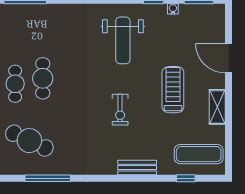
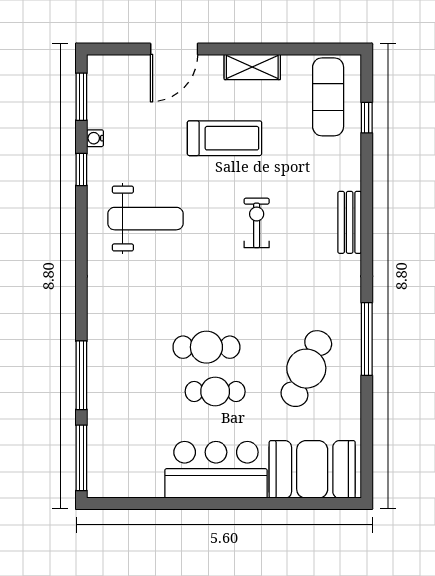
treadmill: (173, 90) -> (225, 138), turned 180
exercise bike: (120, 110) -> (257, 223), turned -90
bench: (137, 168) -> (350, 222), moved

